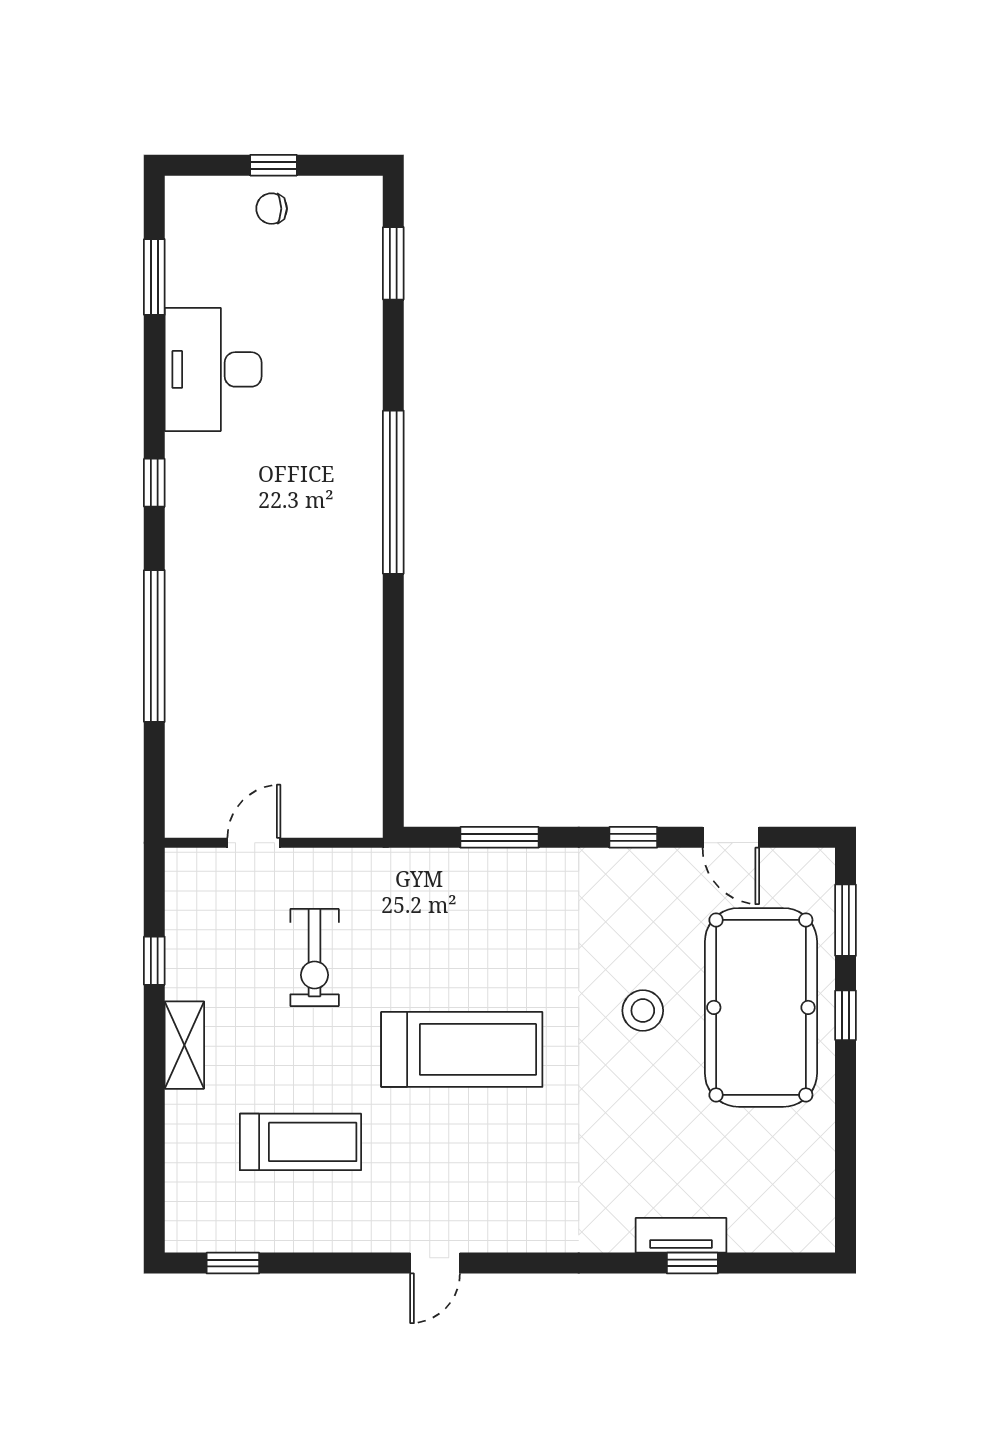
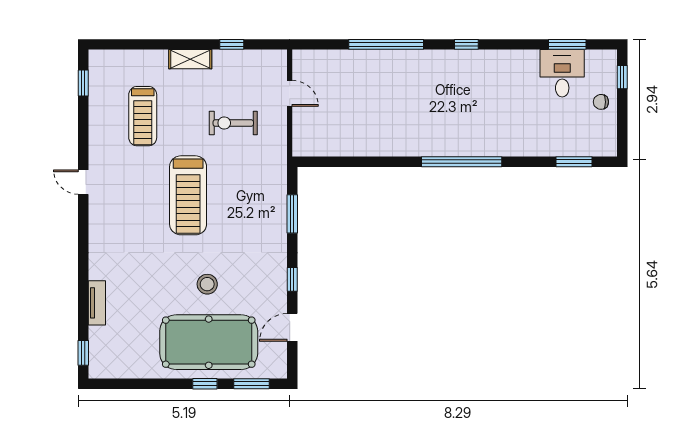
window: (274, 165) -> (622, 77), moved
chair: (272, 209) -> (601, 102), turned -90
desk: (213, 369) -> (562, 73), moved, width x0.73
window: (692, 1263) -> (83, 353), moved

